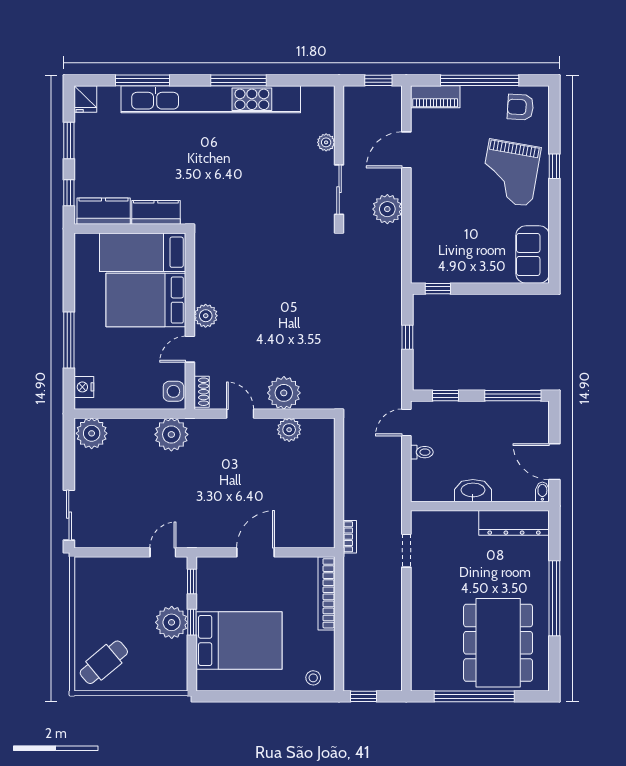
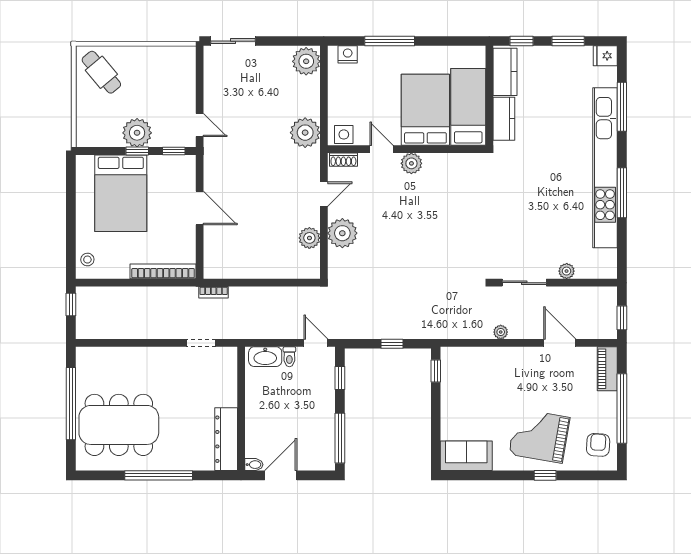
plant: (387, 209) -> (501, 332), width x0.53, depth x0.53
washbasin: (473, 491) -> (265, 357), moved, turned 90

